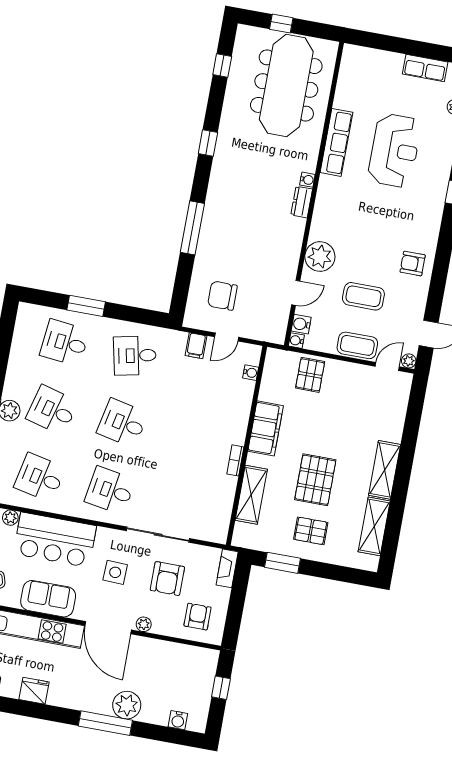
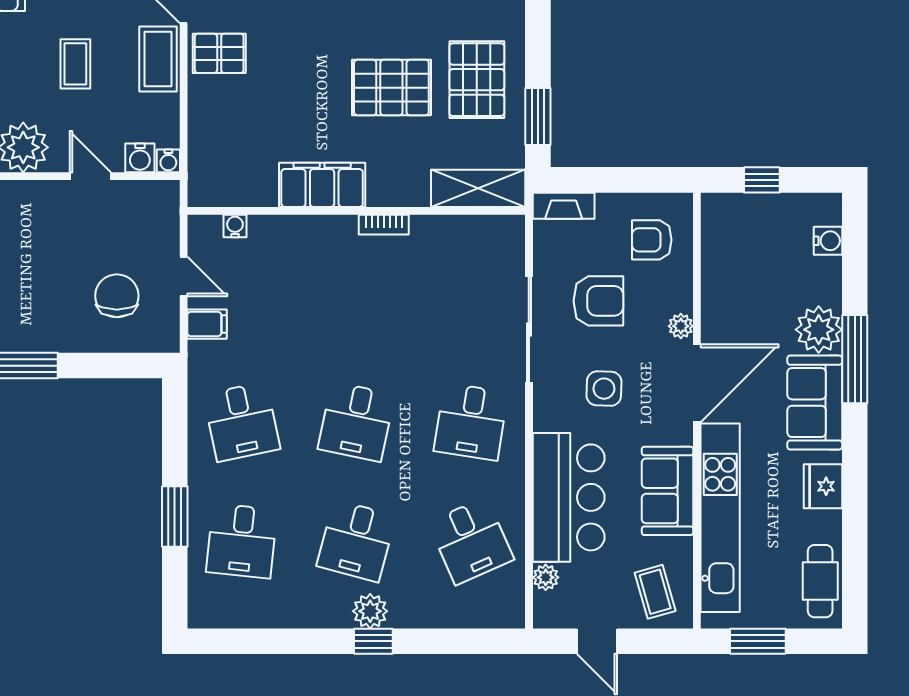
chair: (222, 296) -> (117, 296), turned 180
coffee table: (363, 296) -> (75, 64), width x0.73, depth x0.77
pallet: (310, 375) -> (219, 53), moved
desk: (40, 478) -> (471, 541), turned -36
shelving: (251, 495) -> (478, 188), moved
pallet: (311, 531) -> (477, 80), width x1.50, depth x1.42
sofa: (84, 695) -> (815, 403), added

